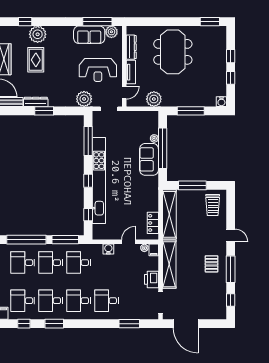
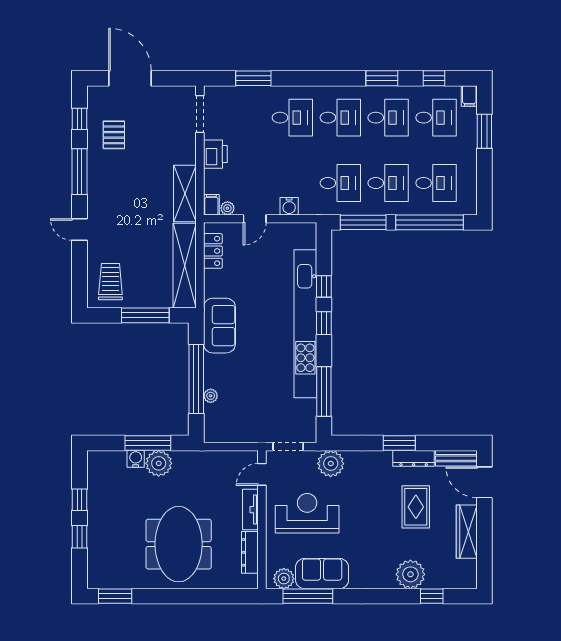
rug: (36, 60) -> (416, 507), moved
plant: (154, 99) -> (159, 463), moved
water cooler: (221, 102) -> (136, 459), moved
sofa: (149, 159) -> (219, 326), moved
window: (88, 215) -> (324, 286), moved
shelving: (169, 264) -> (185, 193), width x0.68
pallet: (212, 264) -> (114, 135), moved
door: (186, 324) -> (130, 78), moved

